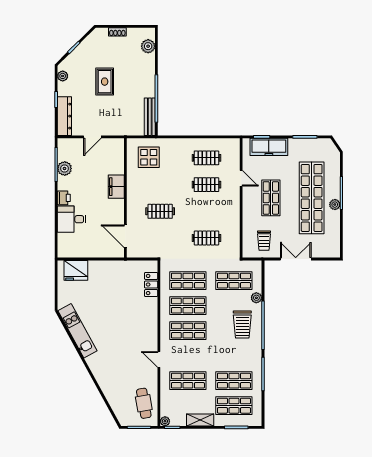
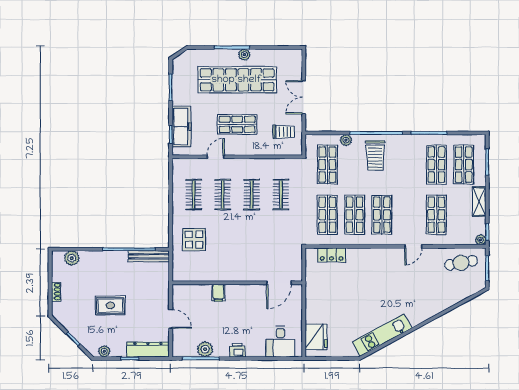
display table: (149, 157) -> (194, 240), moved
filing cabinet: (116, 187) -> (218, 293), width x0.50
clothes rail: (160, 211) -> (252, 195), moved
desk: (72, 219) -> (280, 342), moved
trolley: (242, 325) -> (375, 156), turned 90

